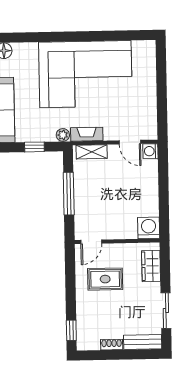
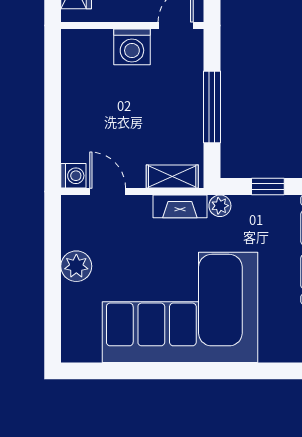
plant: (148, 97) -> (76, 266), added
washing machine: (149, 228) -> (132, 47), moved

